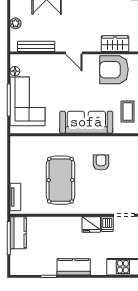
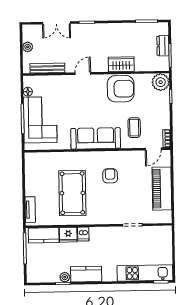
door: (74, 53) -> (83, 74), swing flipped
armchair: (114, 70) -> (121, 89), turned 180
fridge: (91, 224) -> (68, 235), moved
dishwasher: (107, 224) -> (83, 234), moved
kitchen counter: (18, 233) -> (44, 235), moved, turned 90
plant: (51, 270) -> (65, 277), added

